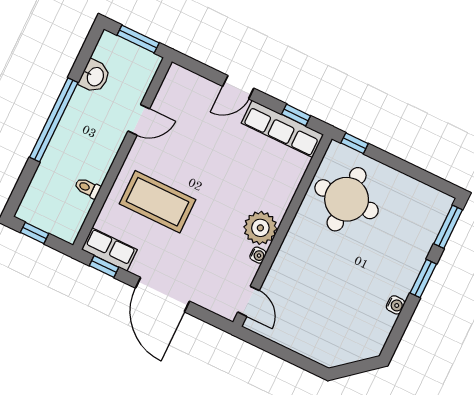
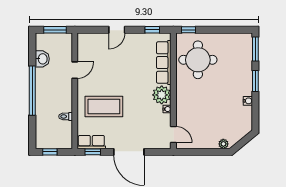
row of seats: (282, 129) -> (164, 63), moved, turned 90
plant: (322, 356) -> (223, 144), added

